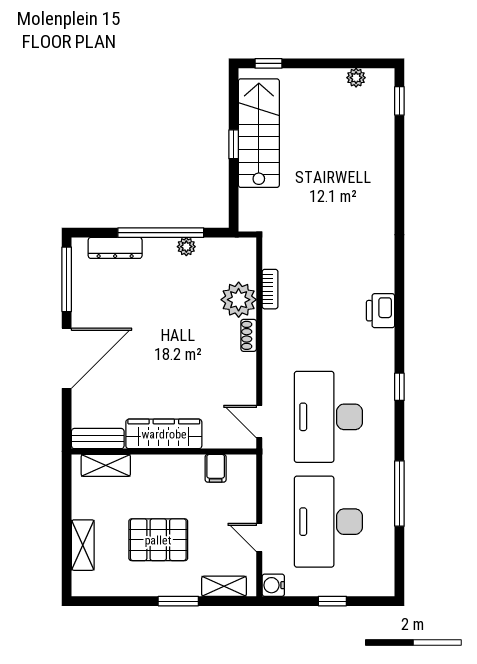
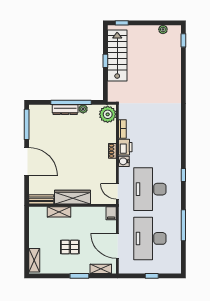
dresser: (115, 248) -> (65, 110), moved
plant: (239, 300) -> (108, 114), moved
printer: (381, 311) -> (125, 147), moved, turned 180
door: (67, 358) -> (27, 162), hinge flipped
shelving: (106, 465) -> (59, 212), moved
filing cabinet: (216, 468) -> (111, 213), moved
door: (259, 538) -> (117, 246), width x1.88
pallet: (158, 540) -> (70, 247), width x0.67, depth x0.71
shelving: (83, 545) -> (34, 260), moved
water cooler: (273, 585) -> (124, 161), moved

